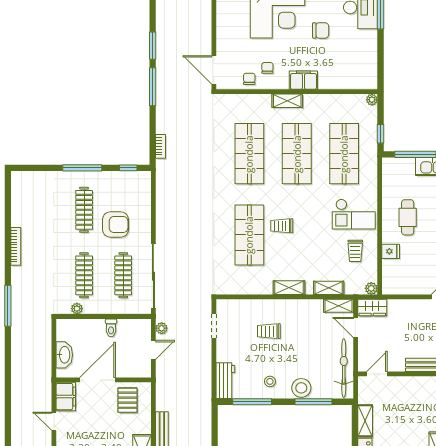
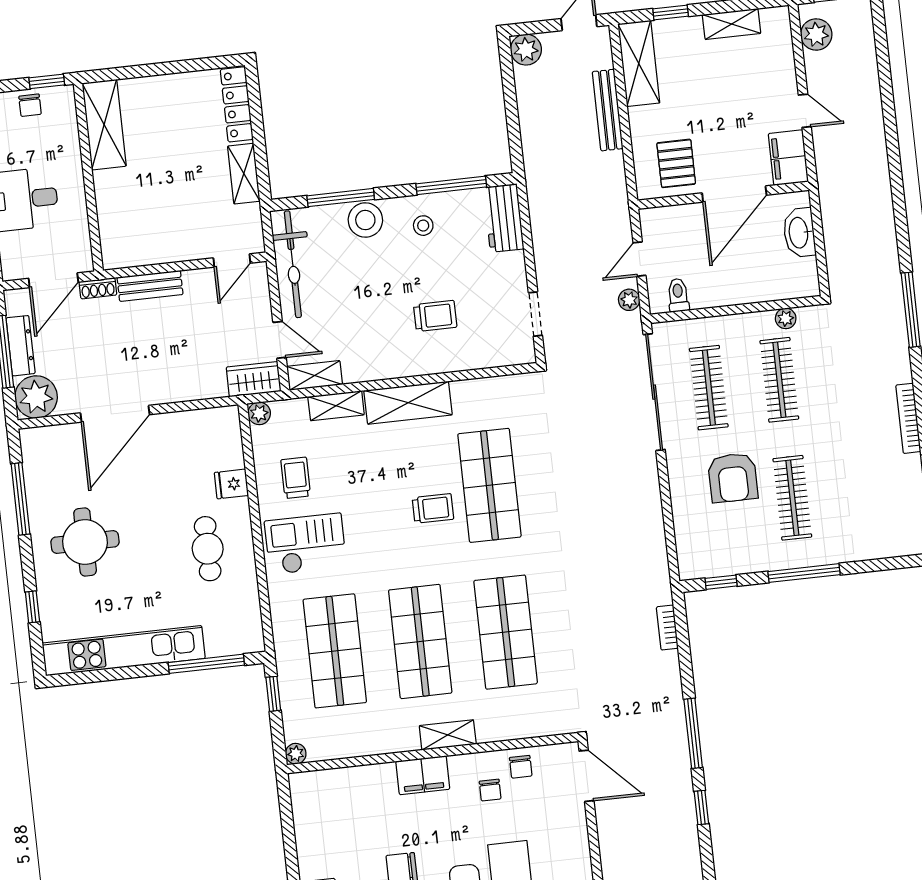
window: (153, 46) -> (701, 807), width x0.67
armchair: (115, 225) -> (733, 478), turned -90
shelving: (289, 288) -> (408, 403), width x1.50, depth x1.33
toilet: (111, 328) -> (678, 295), moved

